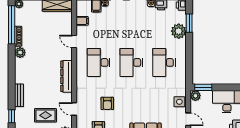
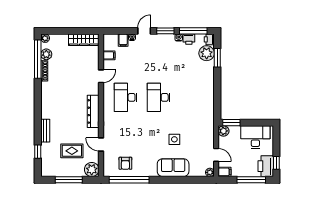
plant: (179, 31) -> (207, 53), moved
door: (74, 41) -> (101, 76), swing flipped
plant: (20, 52) -> (46, 54), moved
desk: (164, 62) -> (192, 97), removed
side table: (179, 102) -> (174, 139), moved
armchair: (107, 103) -> (134, 139), removed

